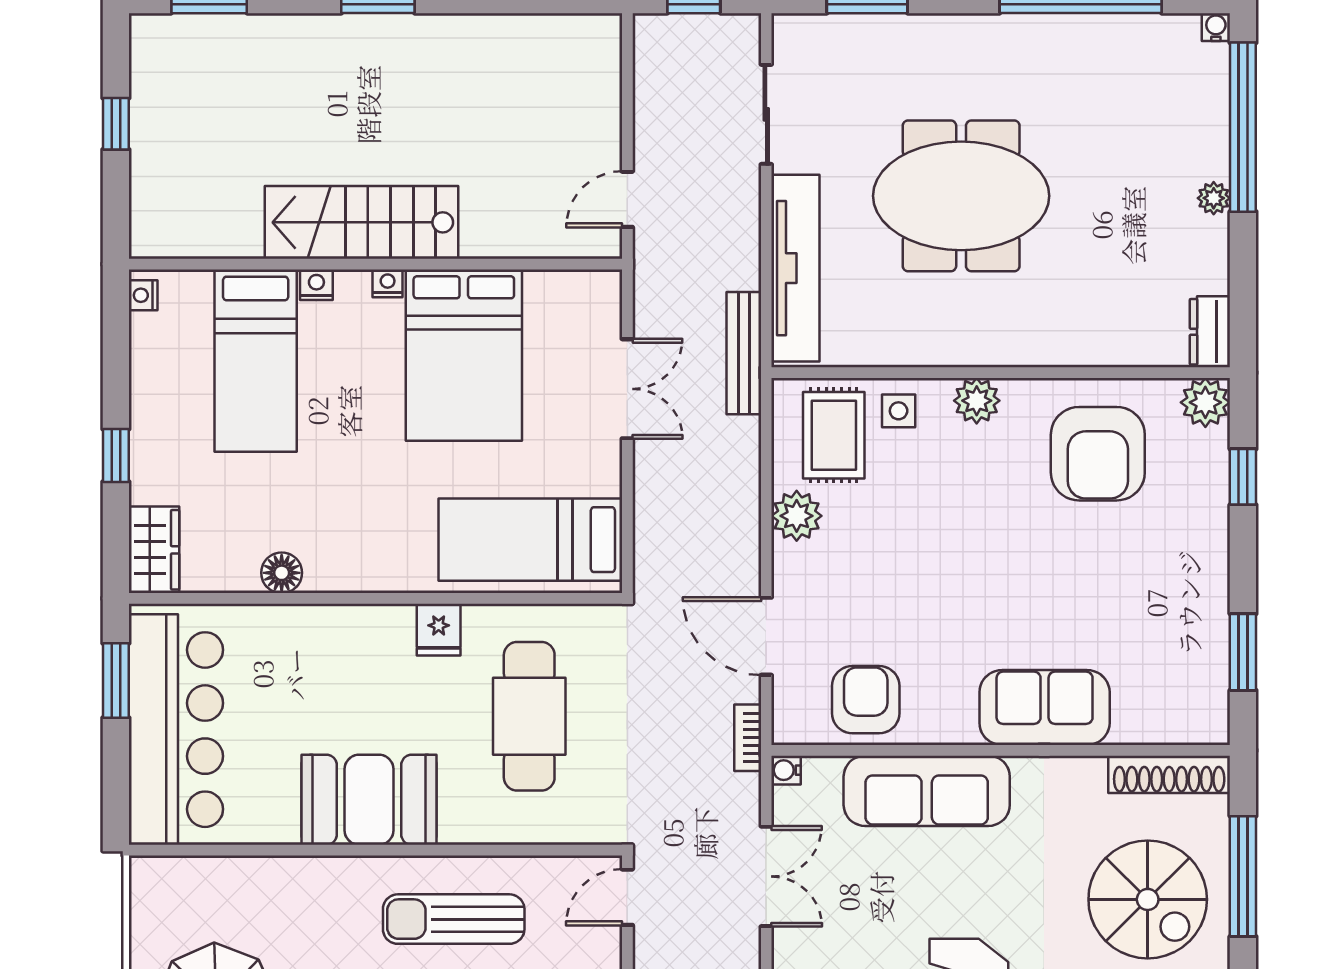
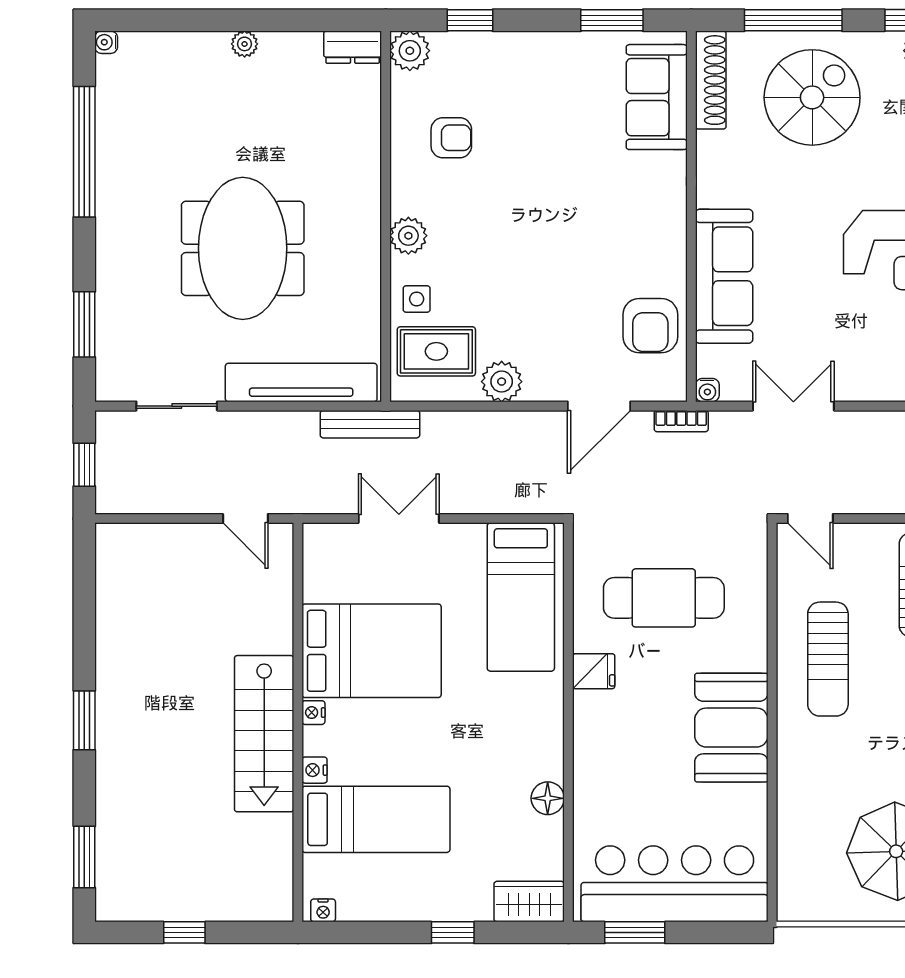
window: (1243, 127) -> (187, 20), removed
armchair: (1098, 454) -> (451, 138), width x0.53, depth x0.53
armchair: (866, 700) -> (650, 326), turned -90
sofa: (1045, 708) -> (657, 97), moved

